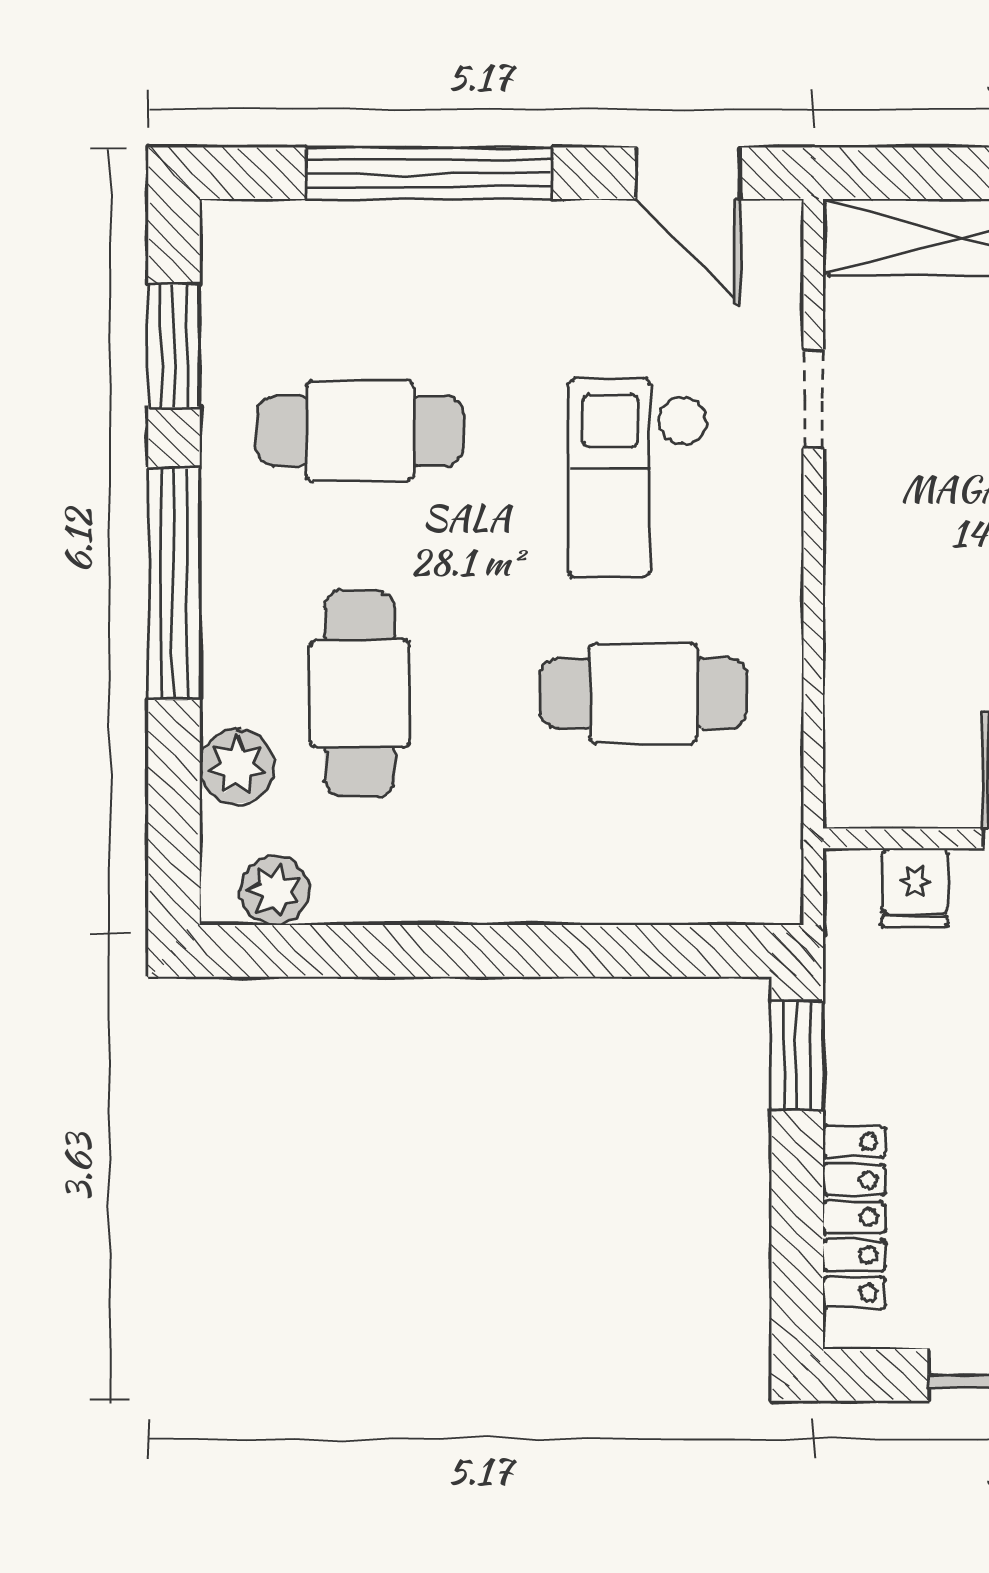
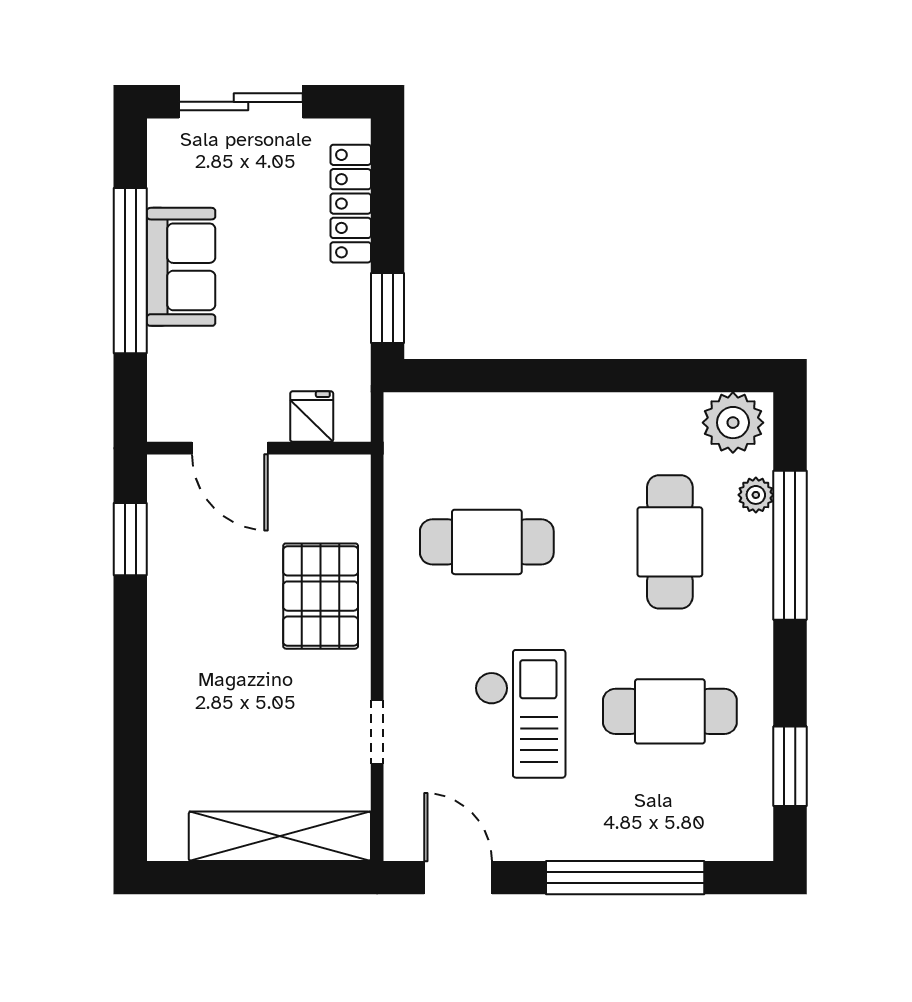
checkout: (638, 478) -> (520, 714), moved
window: (174, 584) -> (790, 545), moved
pallet: (901, 609) -> (321, 596), added
plant: (237, 766) -> (756, 495), width x0.73, depth x0.73
plant: (275, 891) -> (733, 423), width x1.36, depth x1.36

